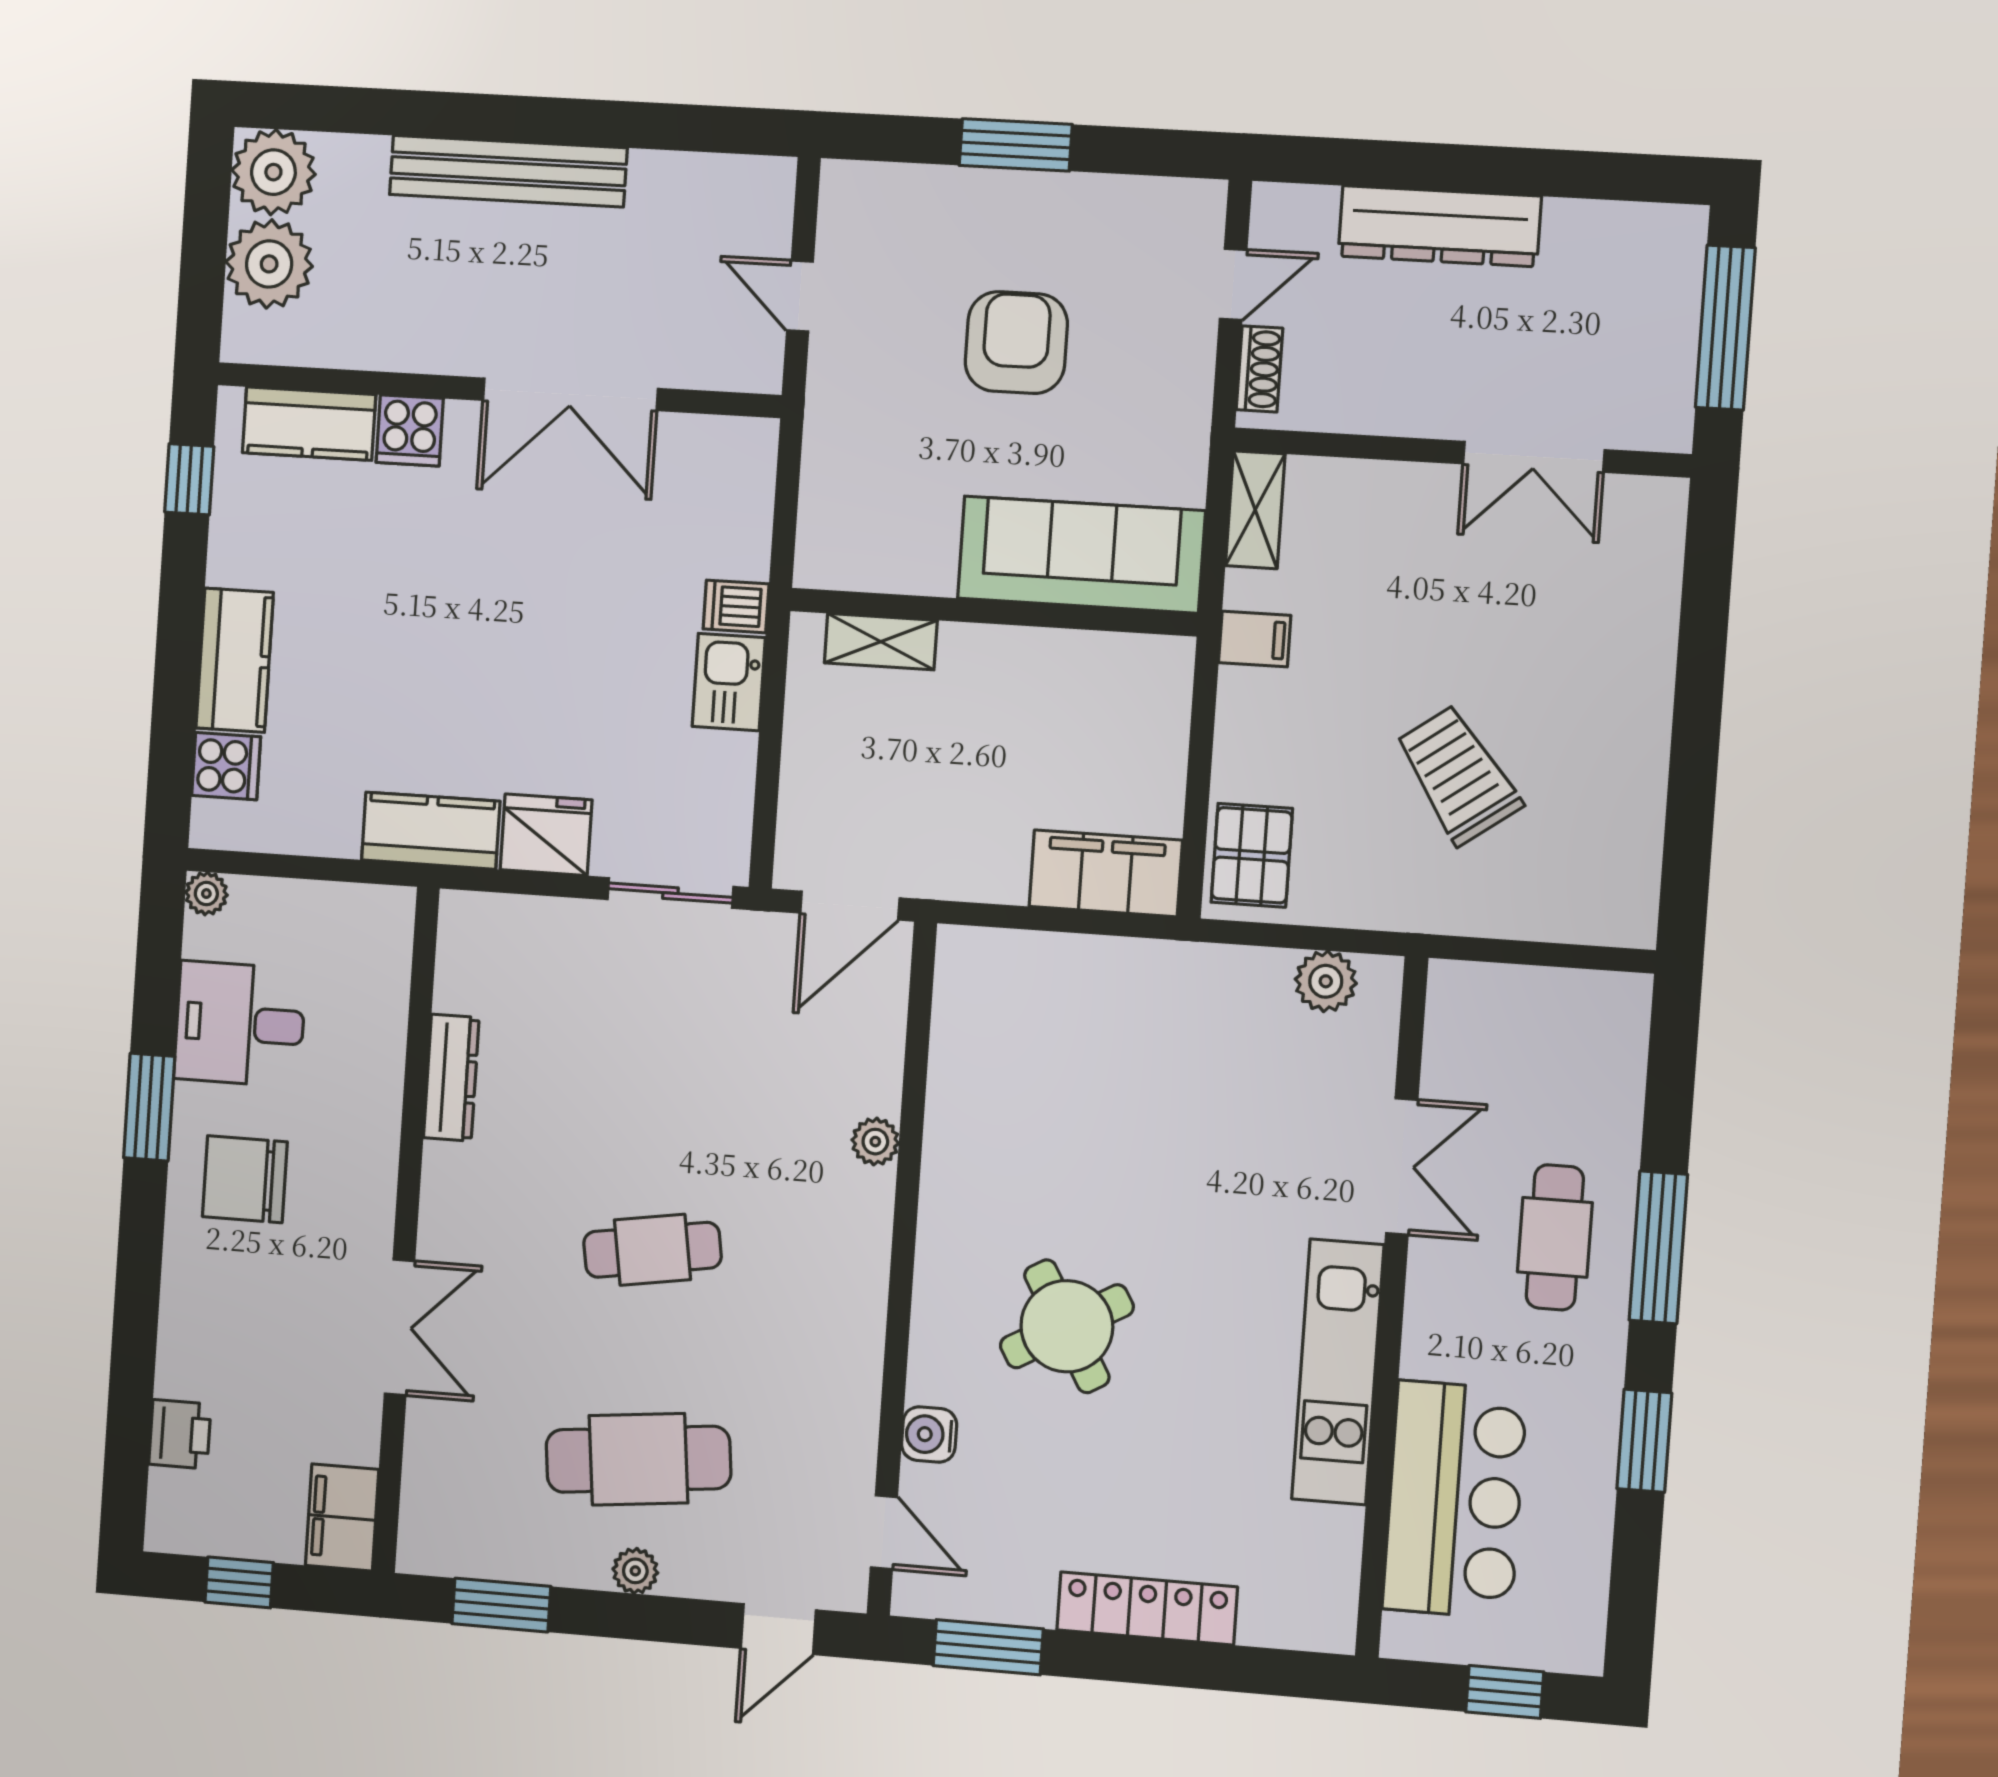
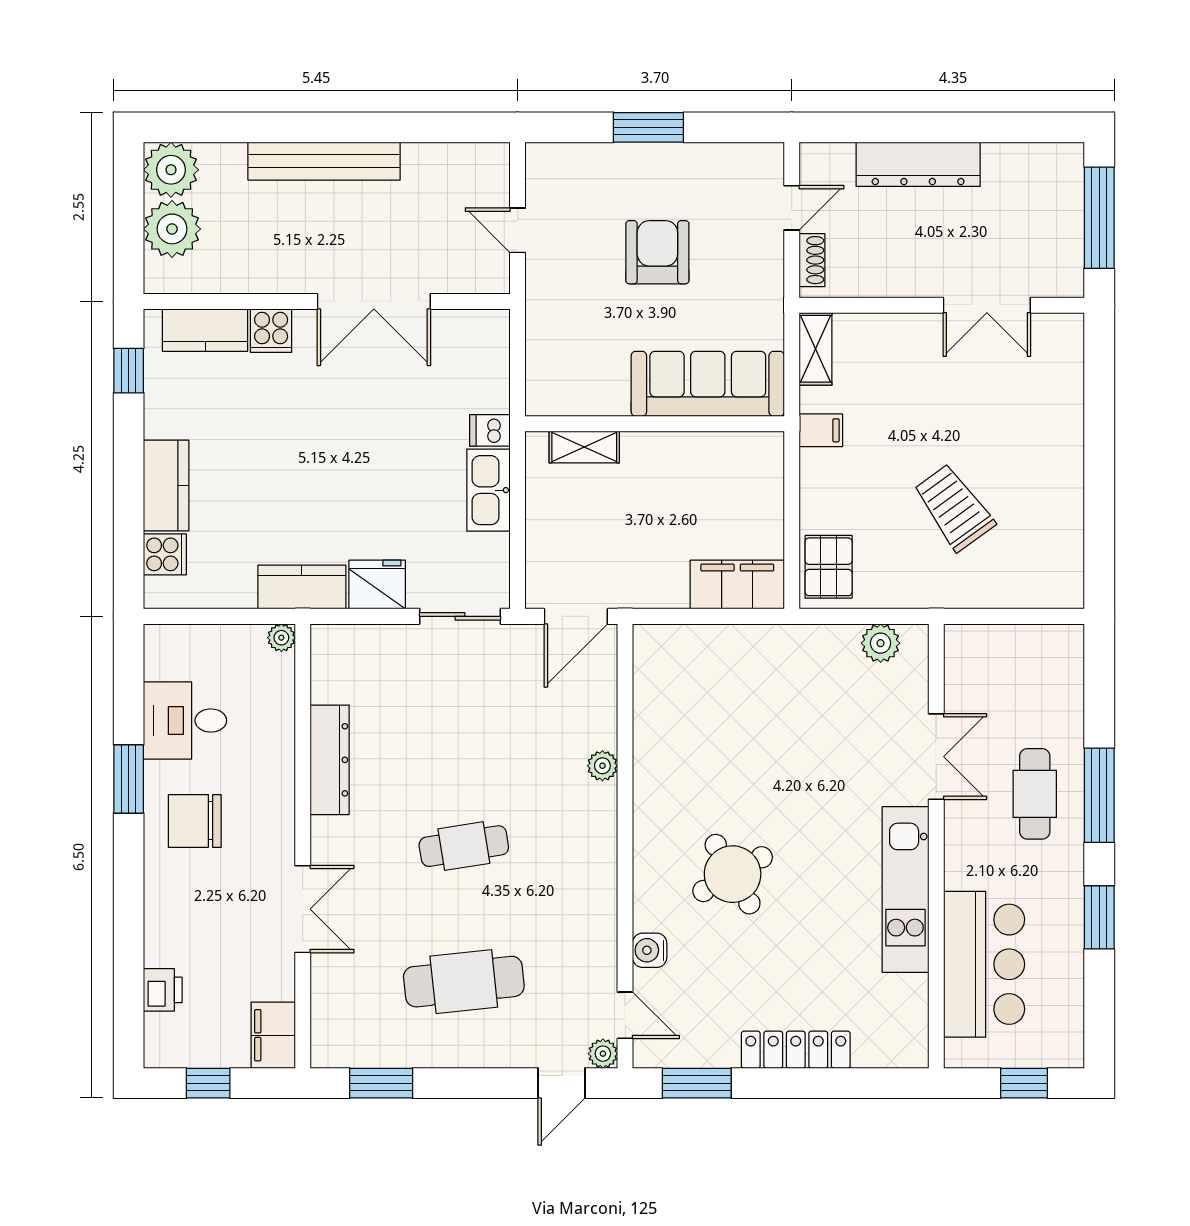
kitchen sink: (729, 682) -> (489, 490), width x1.38
plant: (206, 894) -> (281, 638), moved
dresser: (451, 1078) -> (330, 760), width x1.37, depth x1.24
plant: (635, 1571) -> (603, 1054), moved

